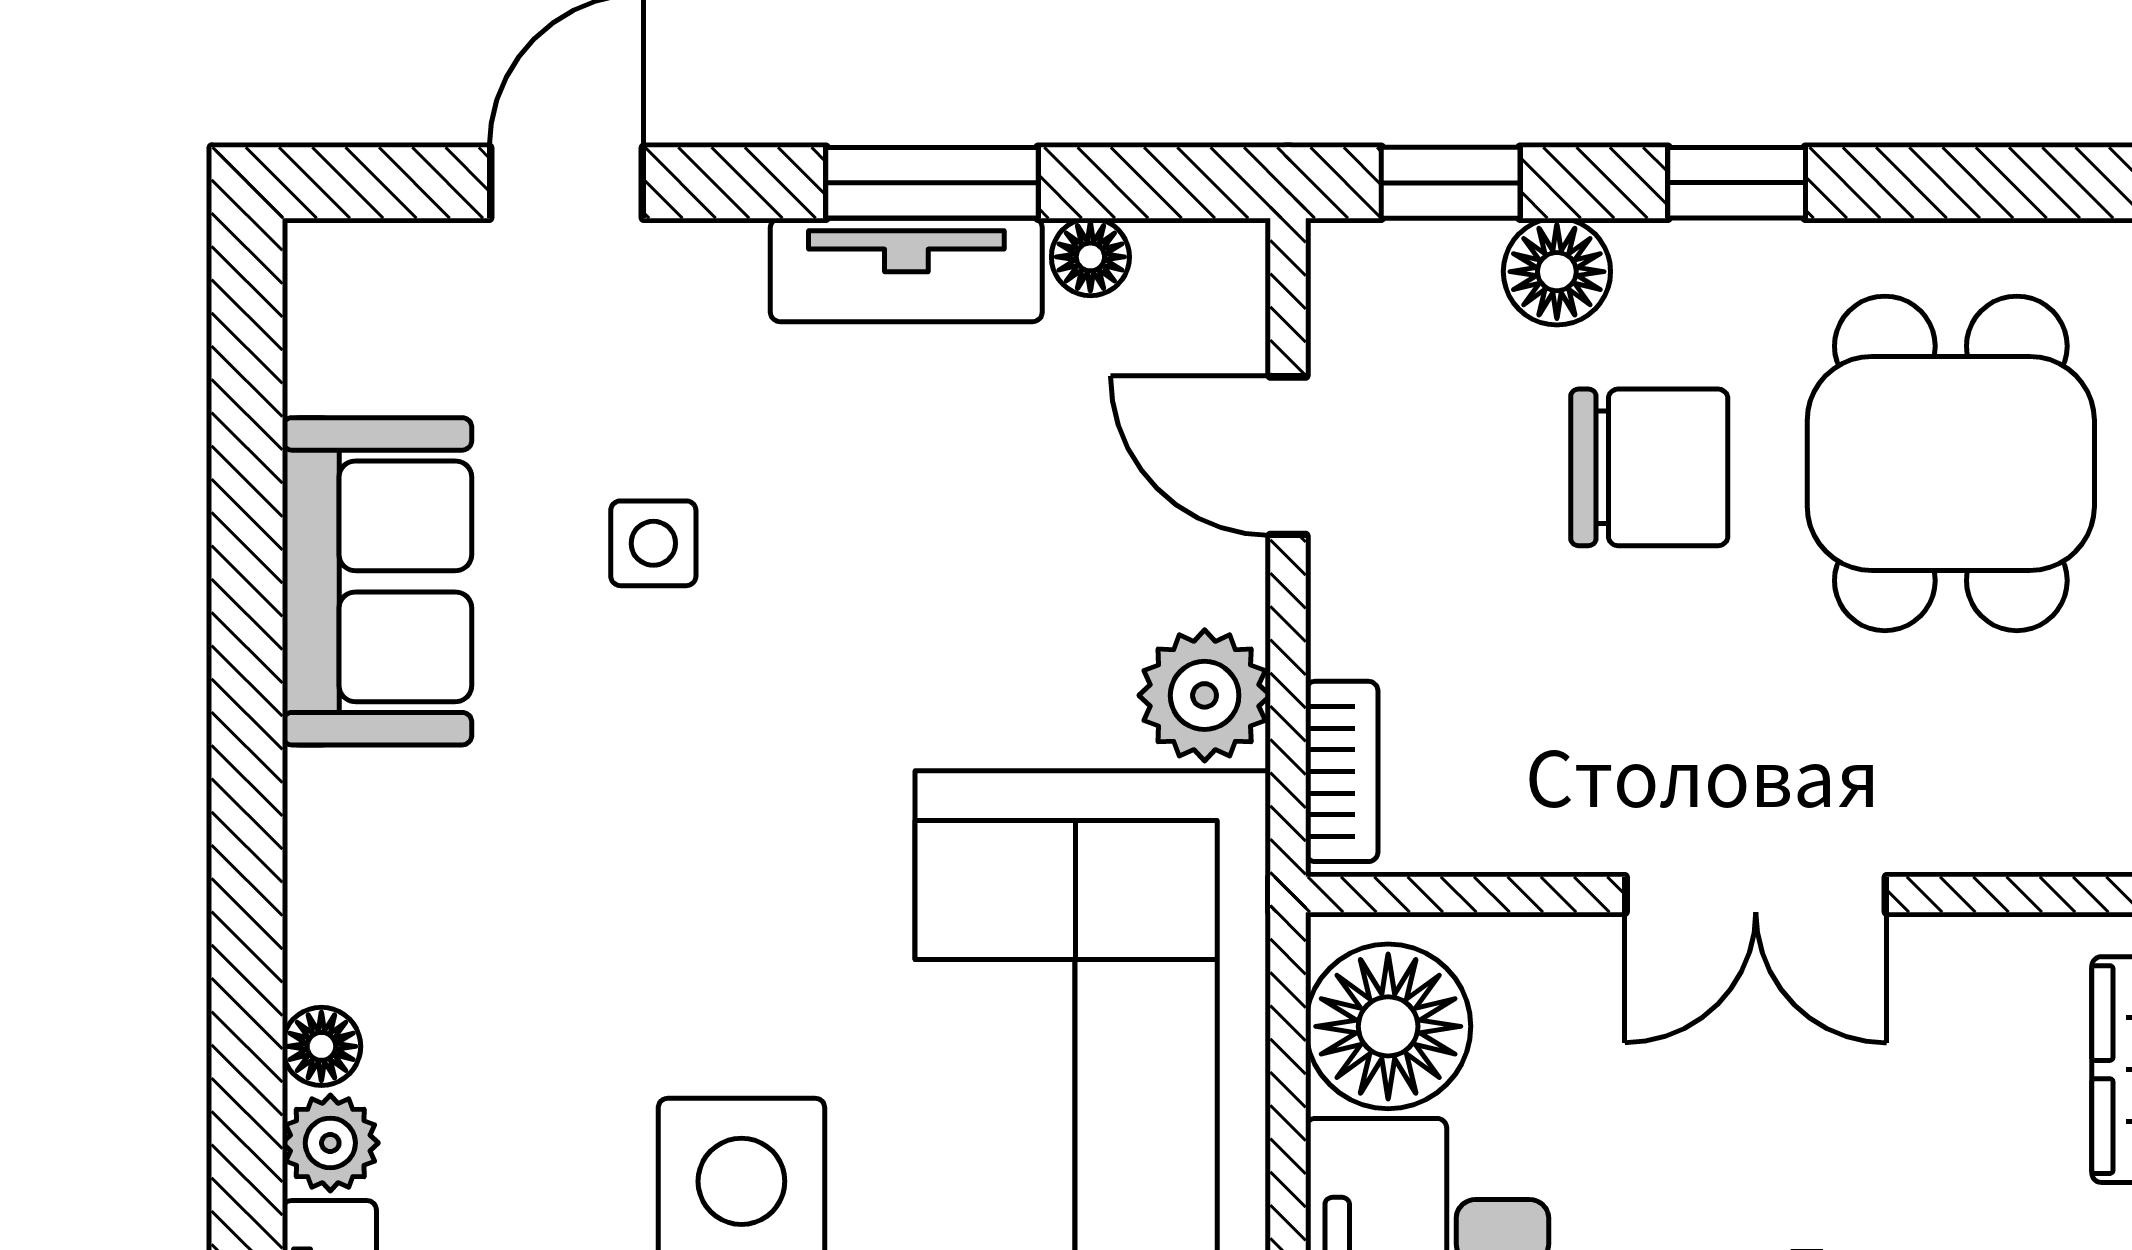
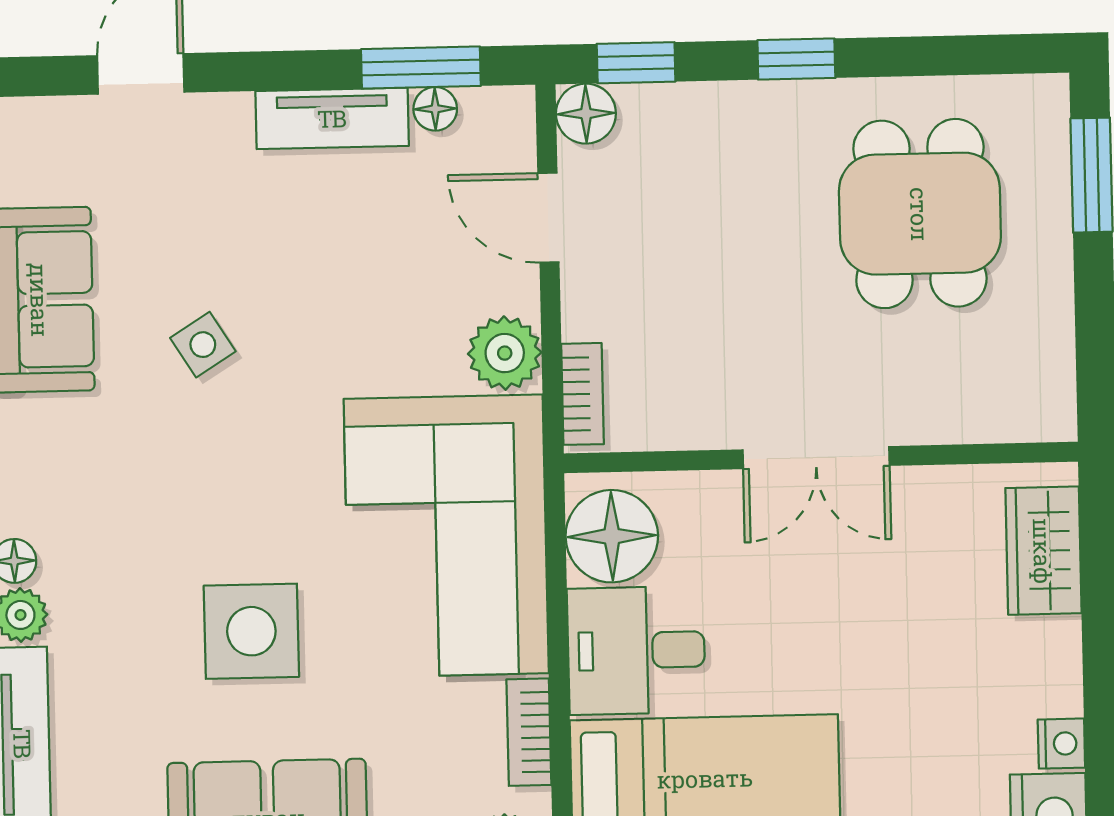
window: (932, 183) -> (421, 68), moved
floor lamp: (1557, 272) -> (586, 114), moved
chair: (1649, 467) -> (751, 220), removed
side table: (653, 543) -> (203, 345), moved, turned -32

